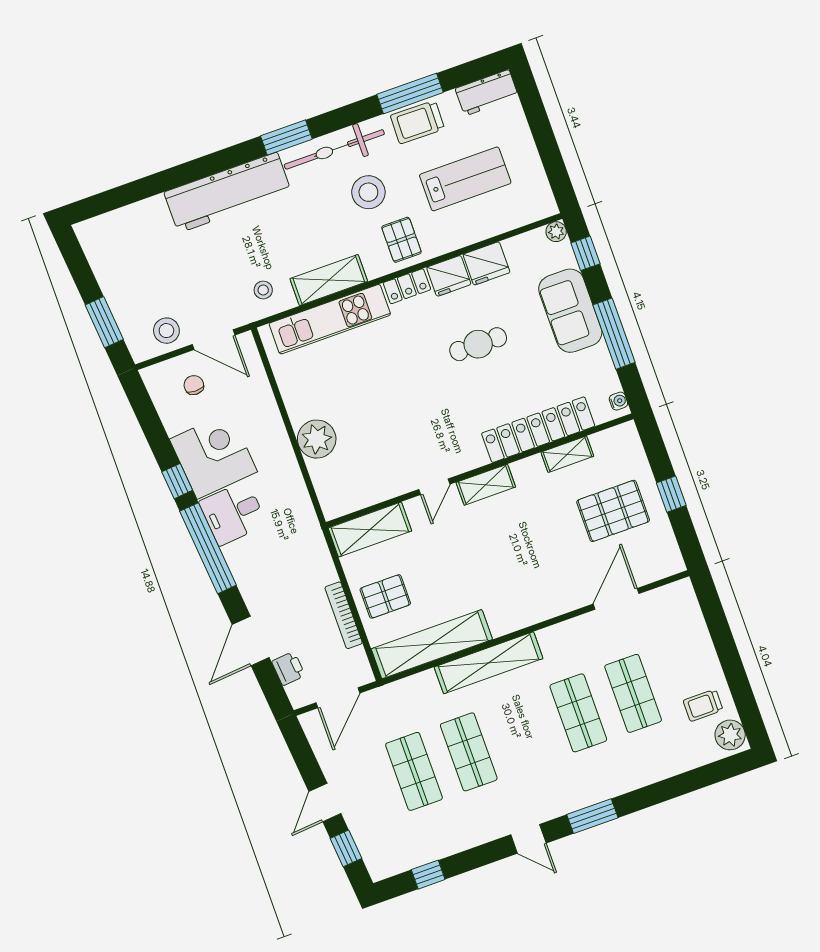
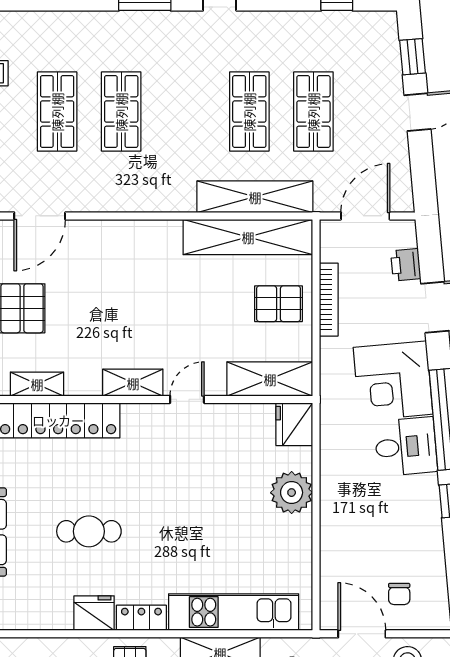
fridge: (486, 263) -> (294, 424), moved, turned -90
corner desk: (213, 455) -> (393, 381), moved
shelving: (489, 663) -> (255, 197), moved

